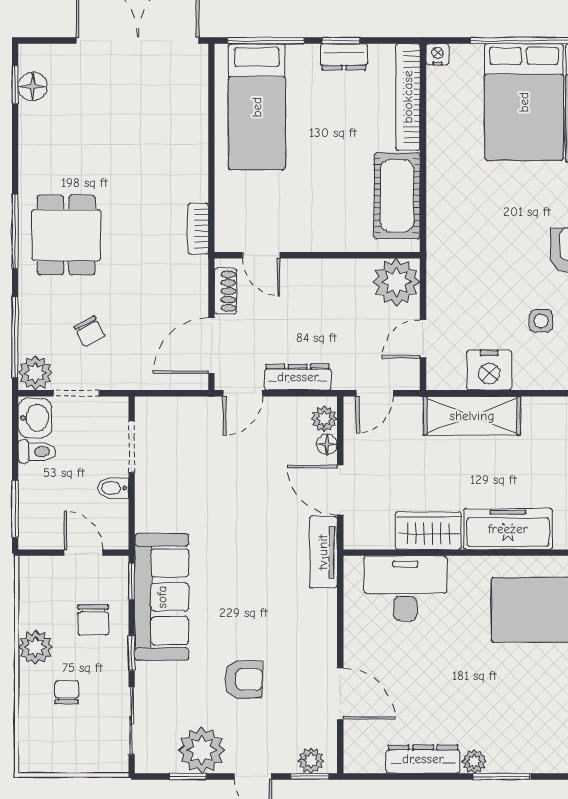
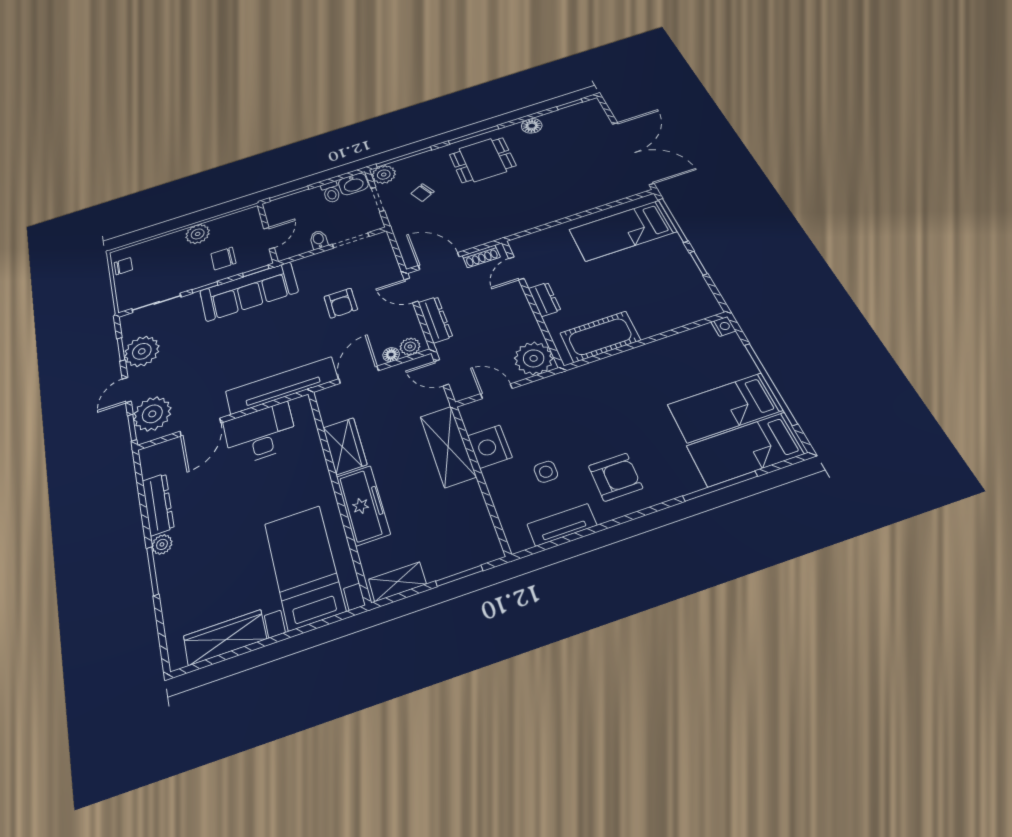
dresser: (344, 57) -> (544, 299), moved, turned 180
floor lamp: (33, 86) -> (532, 126), moved
bookcase: (408, 97) -> (680, 318), removed
bed: (524, 102) -> (725, 408), width x0.67
bookcase: (198, 229) -> (519, 227), removed
tv unit: (323, 552) -> (282, 385), width x1.92, depth x1.29
desk: (405, 588) -> (260, 434), moved, turned -90
armchair: (244, 679) -> (341, 303), moved
chair: (67, 692) -> (123, 266), moved
plant: (311, 761) -> (152, 414), width x1.88, depth x1.88

